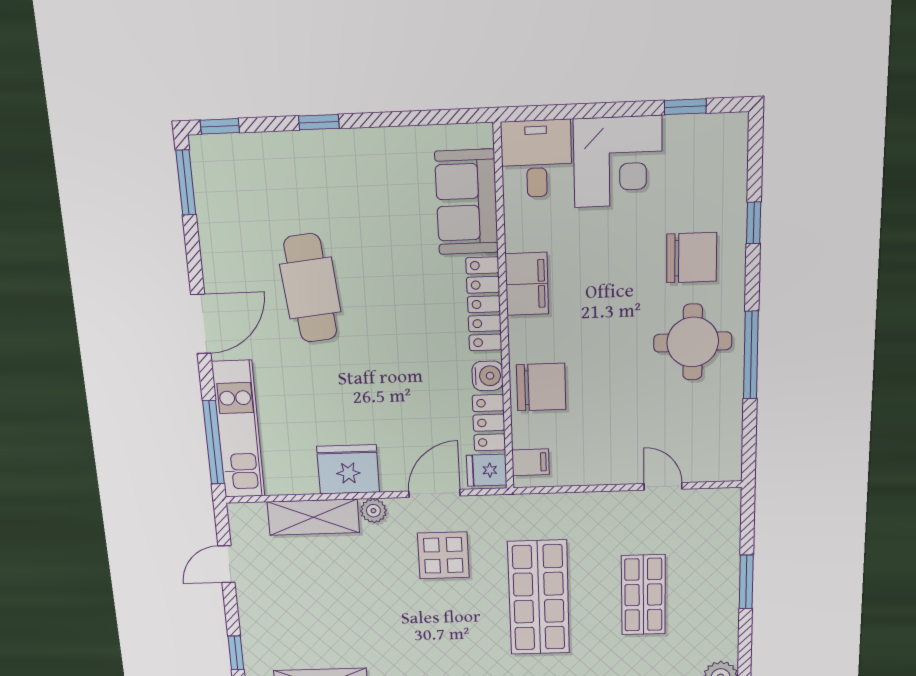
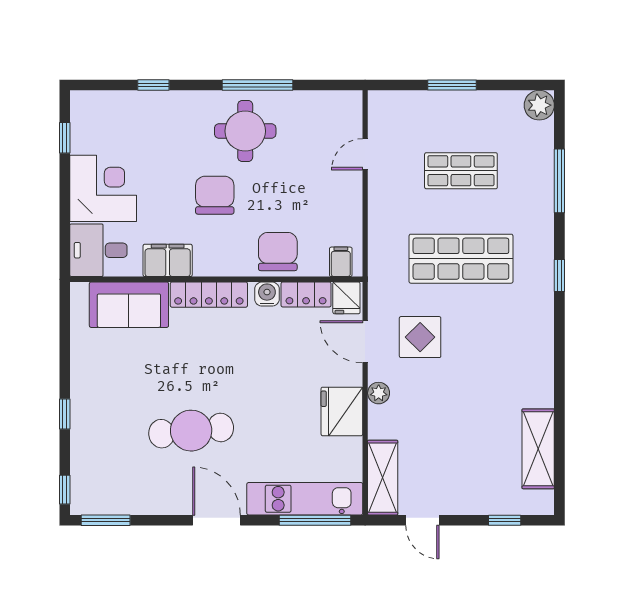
chair: (692, 258) -> (215, 195), moved
filing cabinet: (527, 284) -> (168, 260), moved
shelving: (313, 517) -> (383, 478), moved

